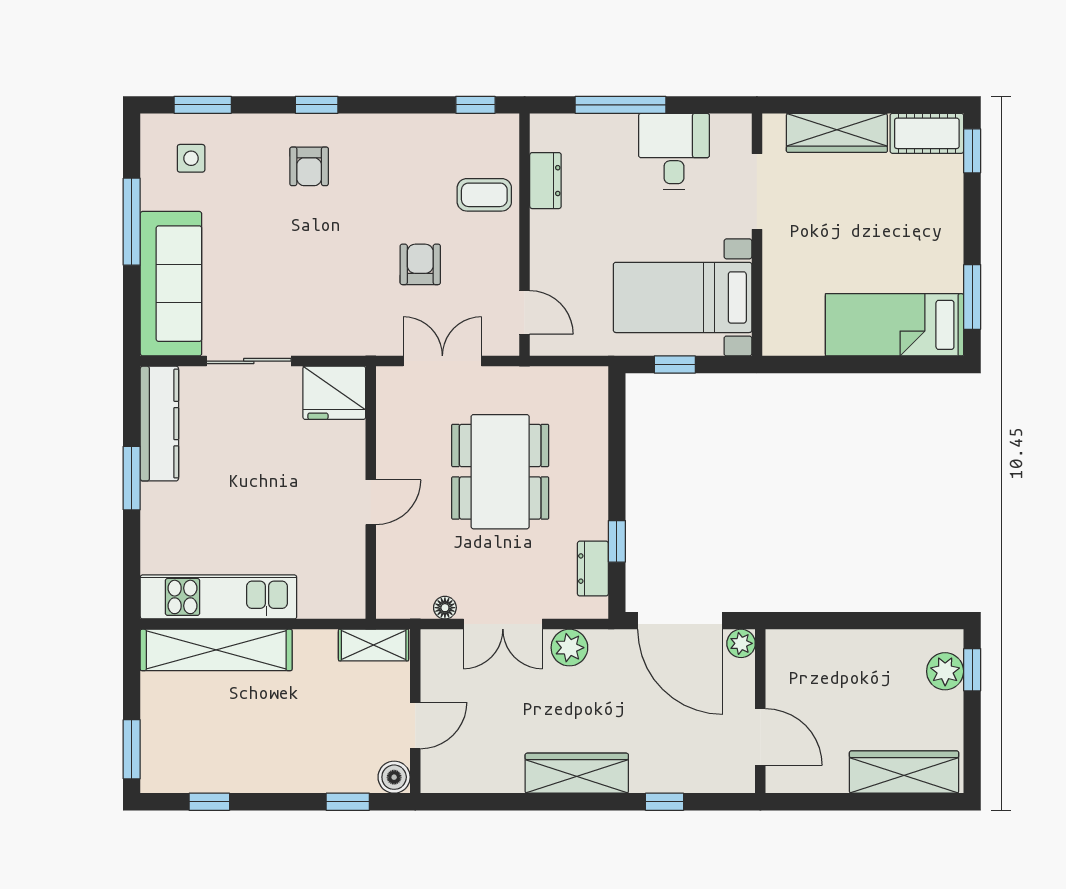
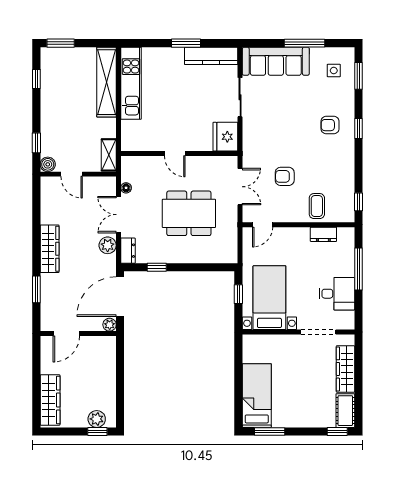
armchair: (420, 264) -> (285, 176), turned 180
dresser: (593, 569) -> (128, 251), moved, turned 90
window: (664, 802) -> (36, 289), width x1.50

